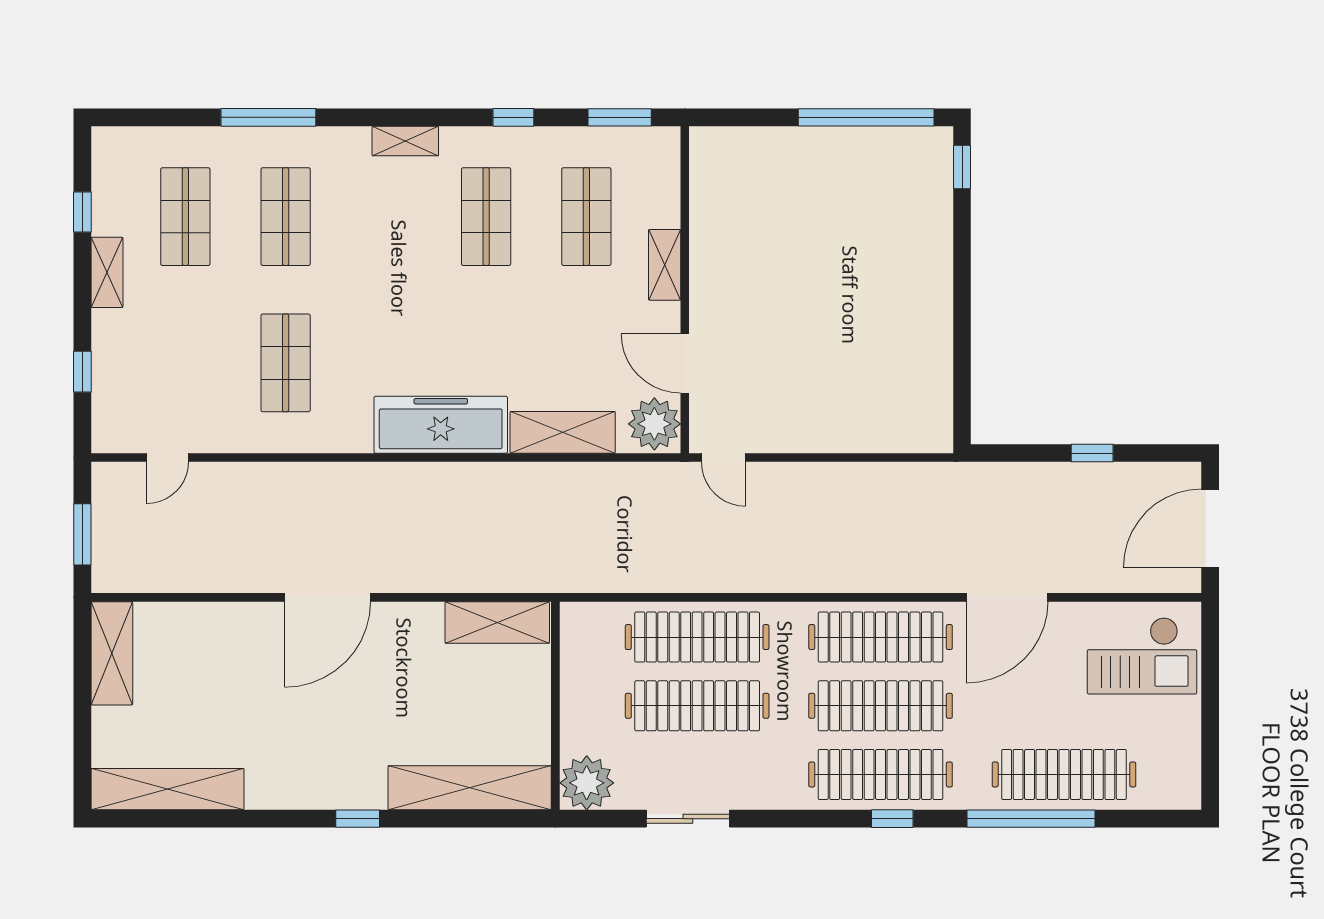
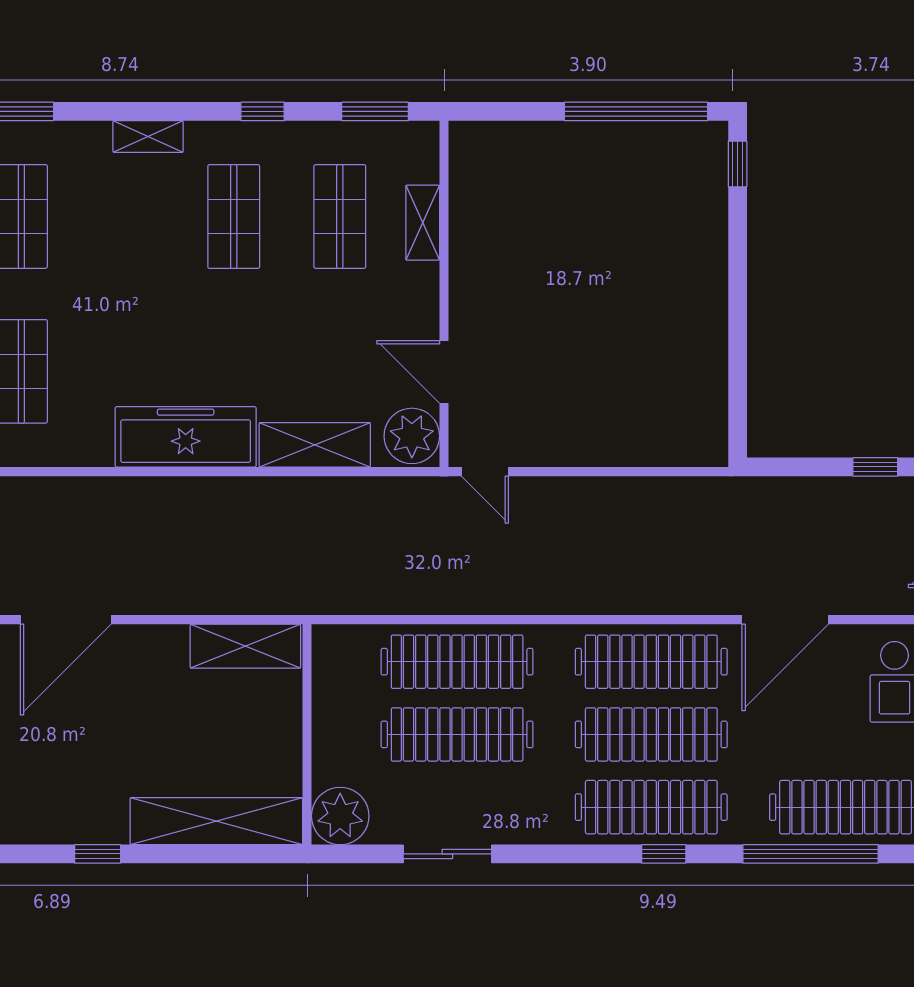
shelving: (665, 265) -> (423, 223), moved

